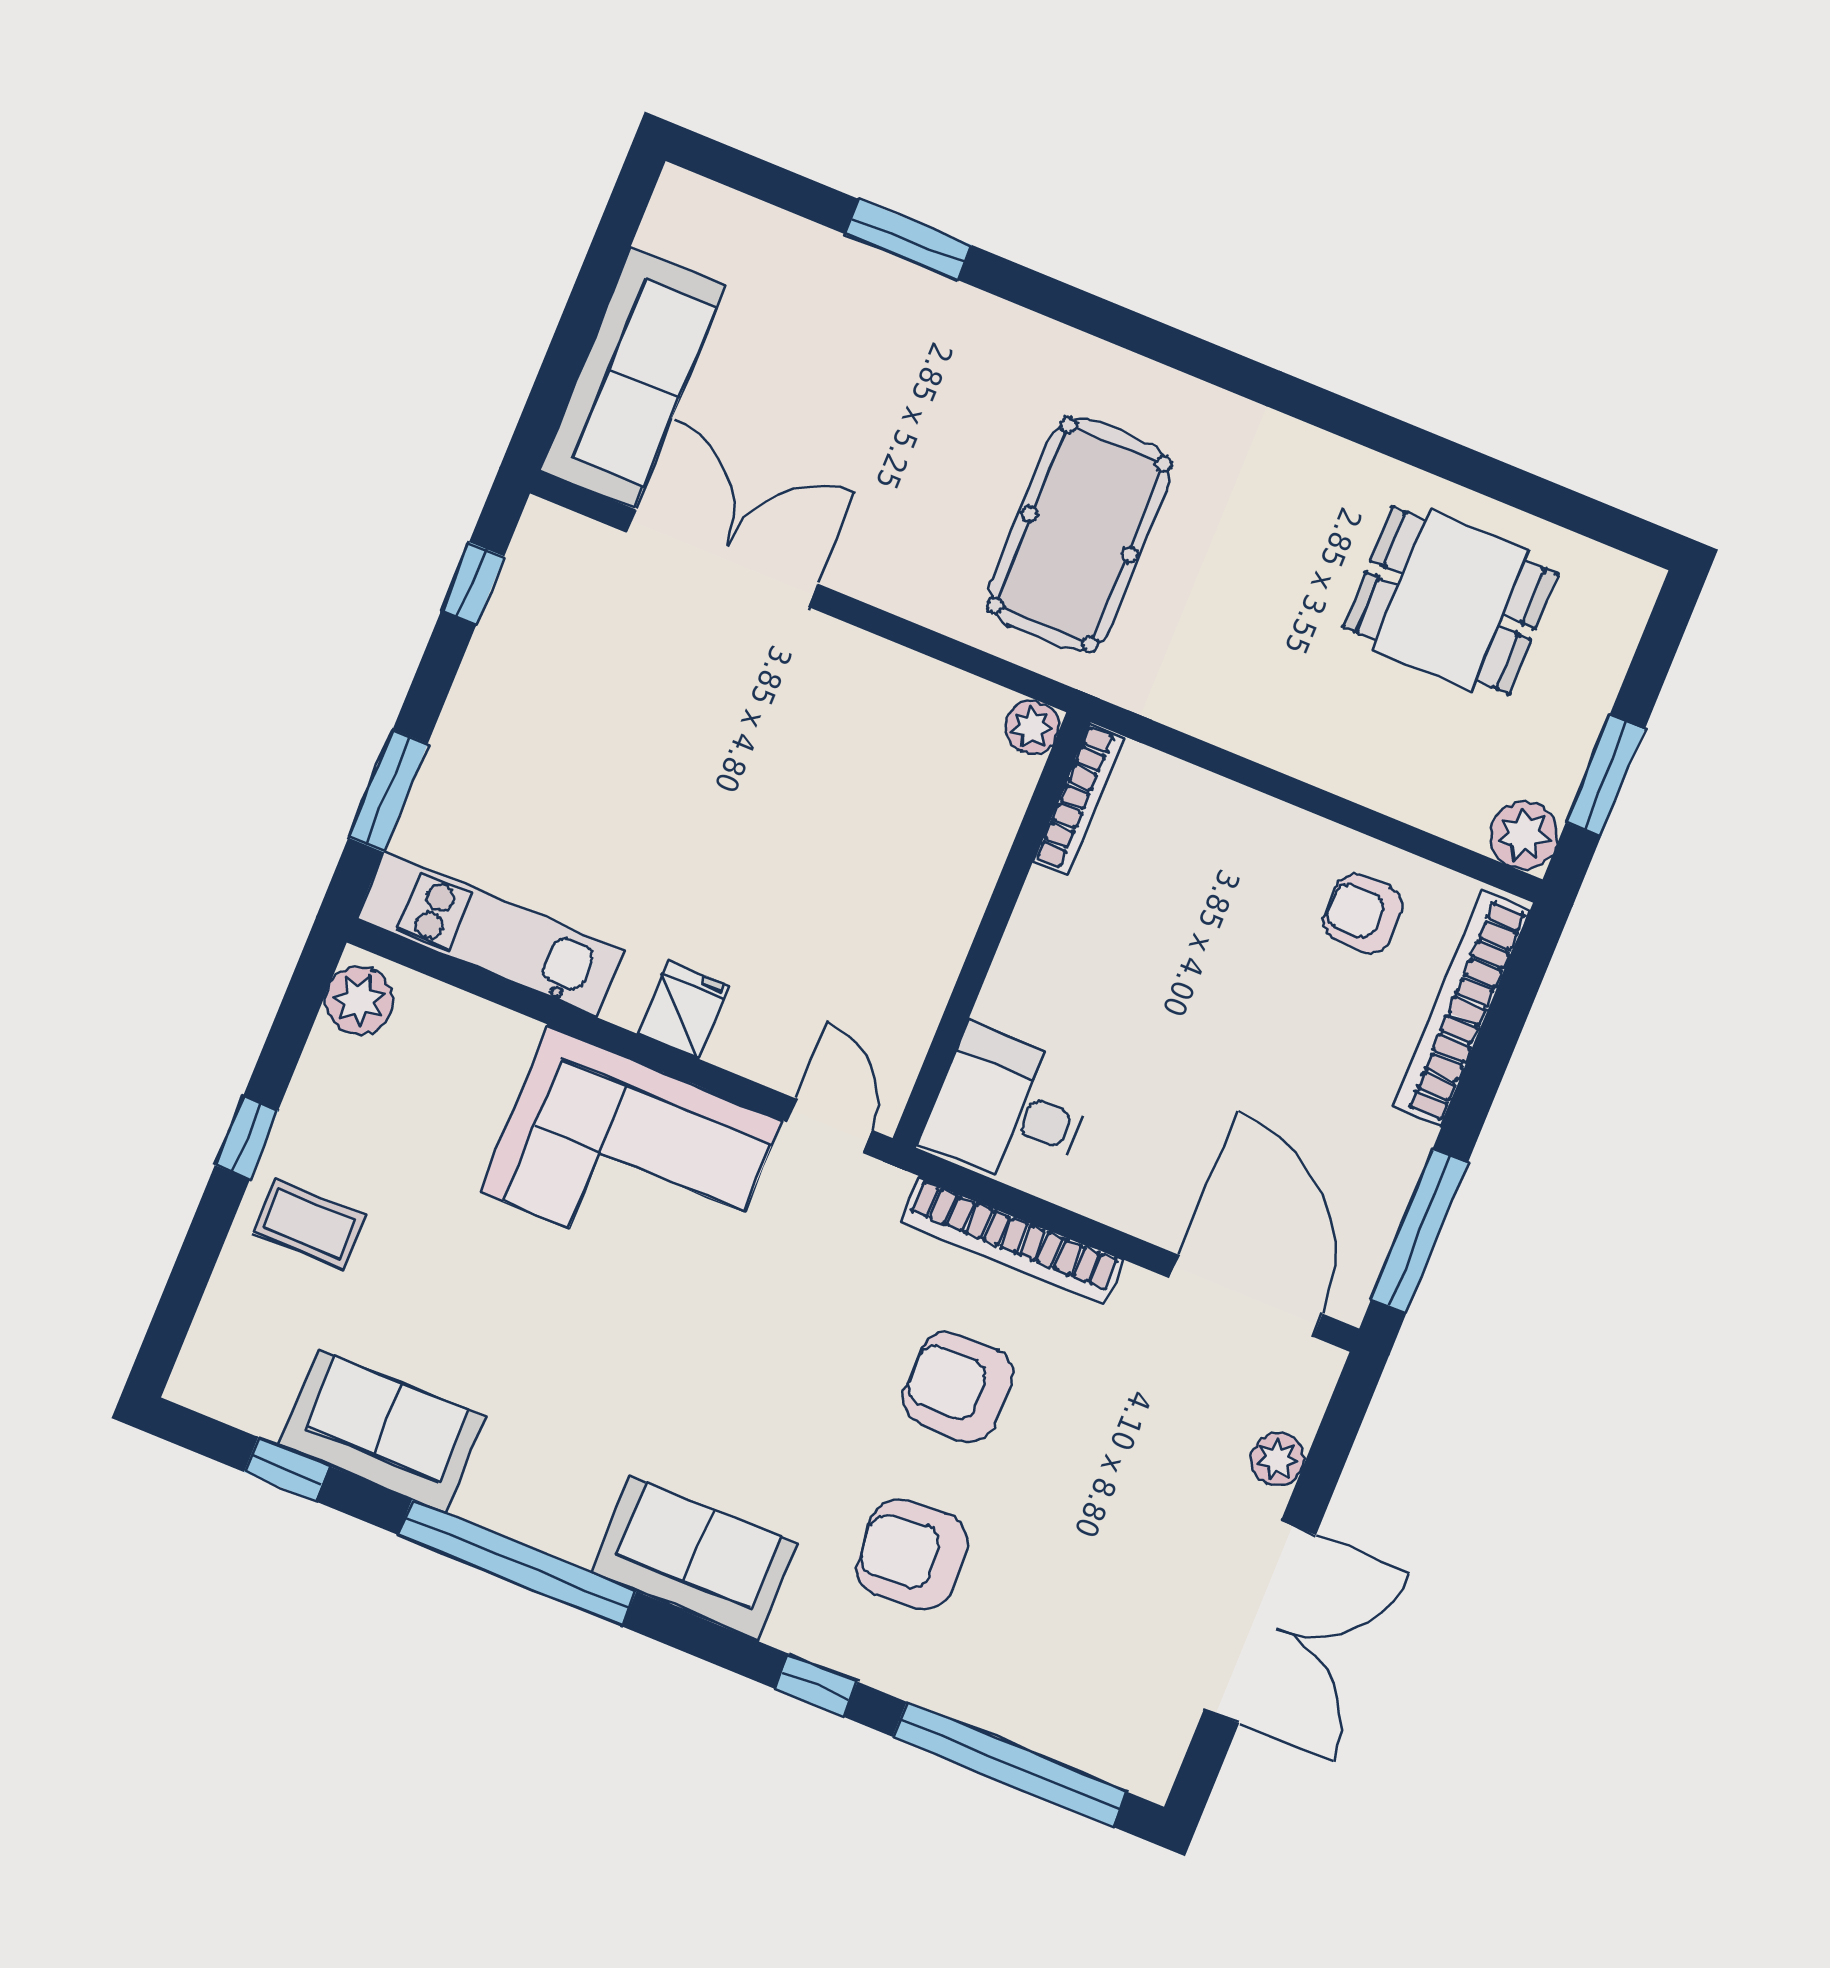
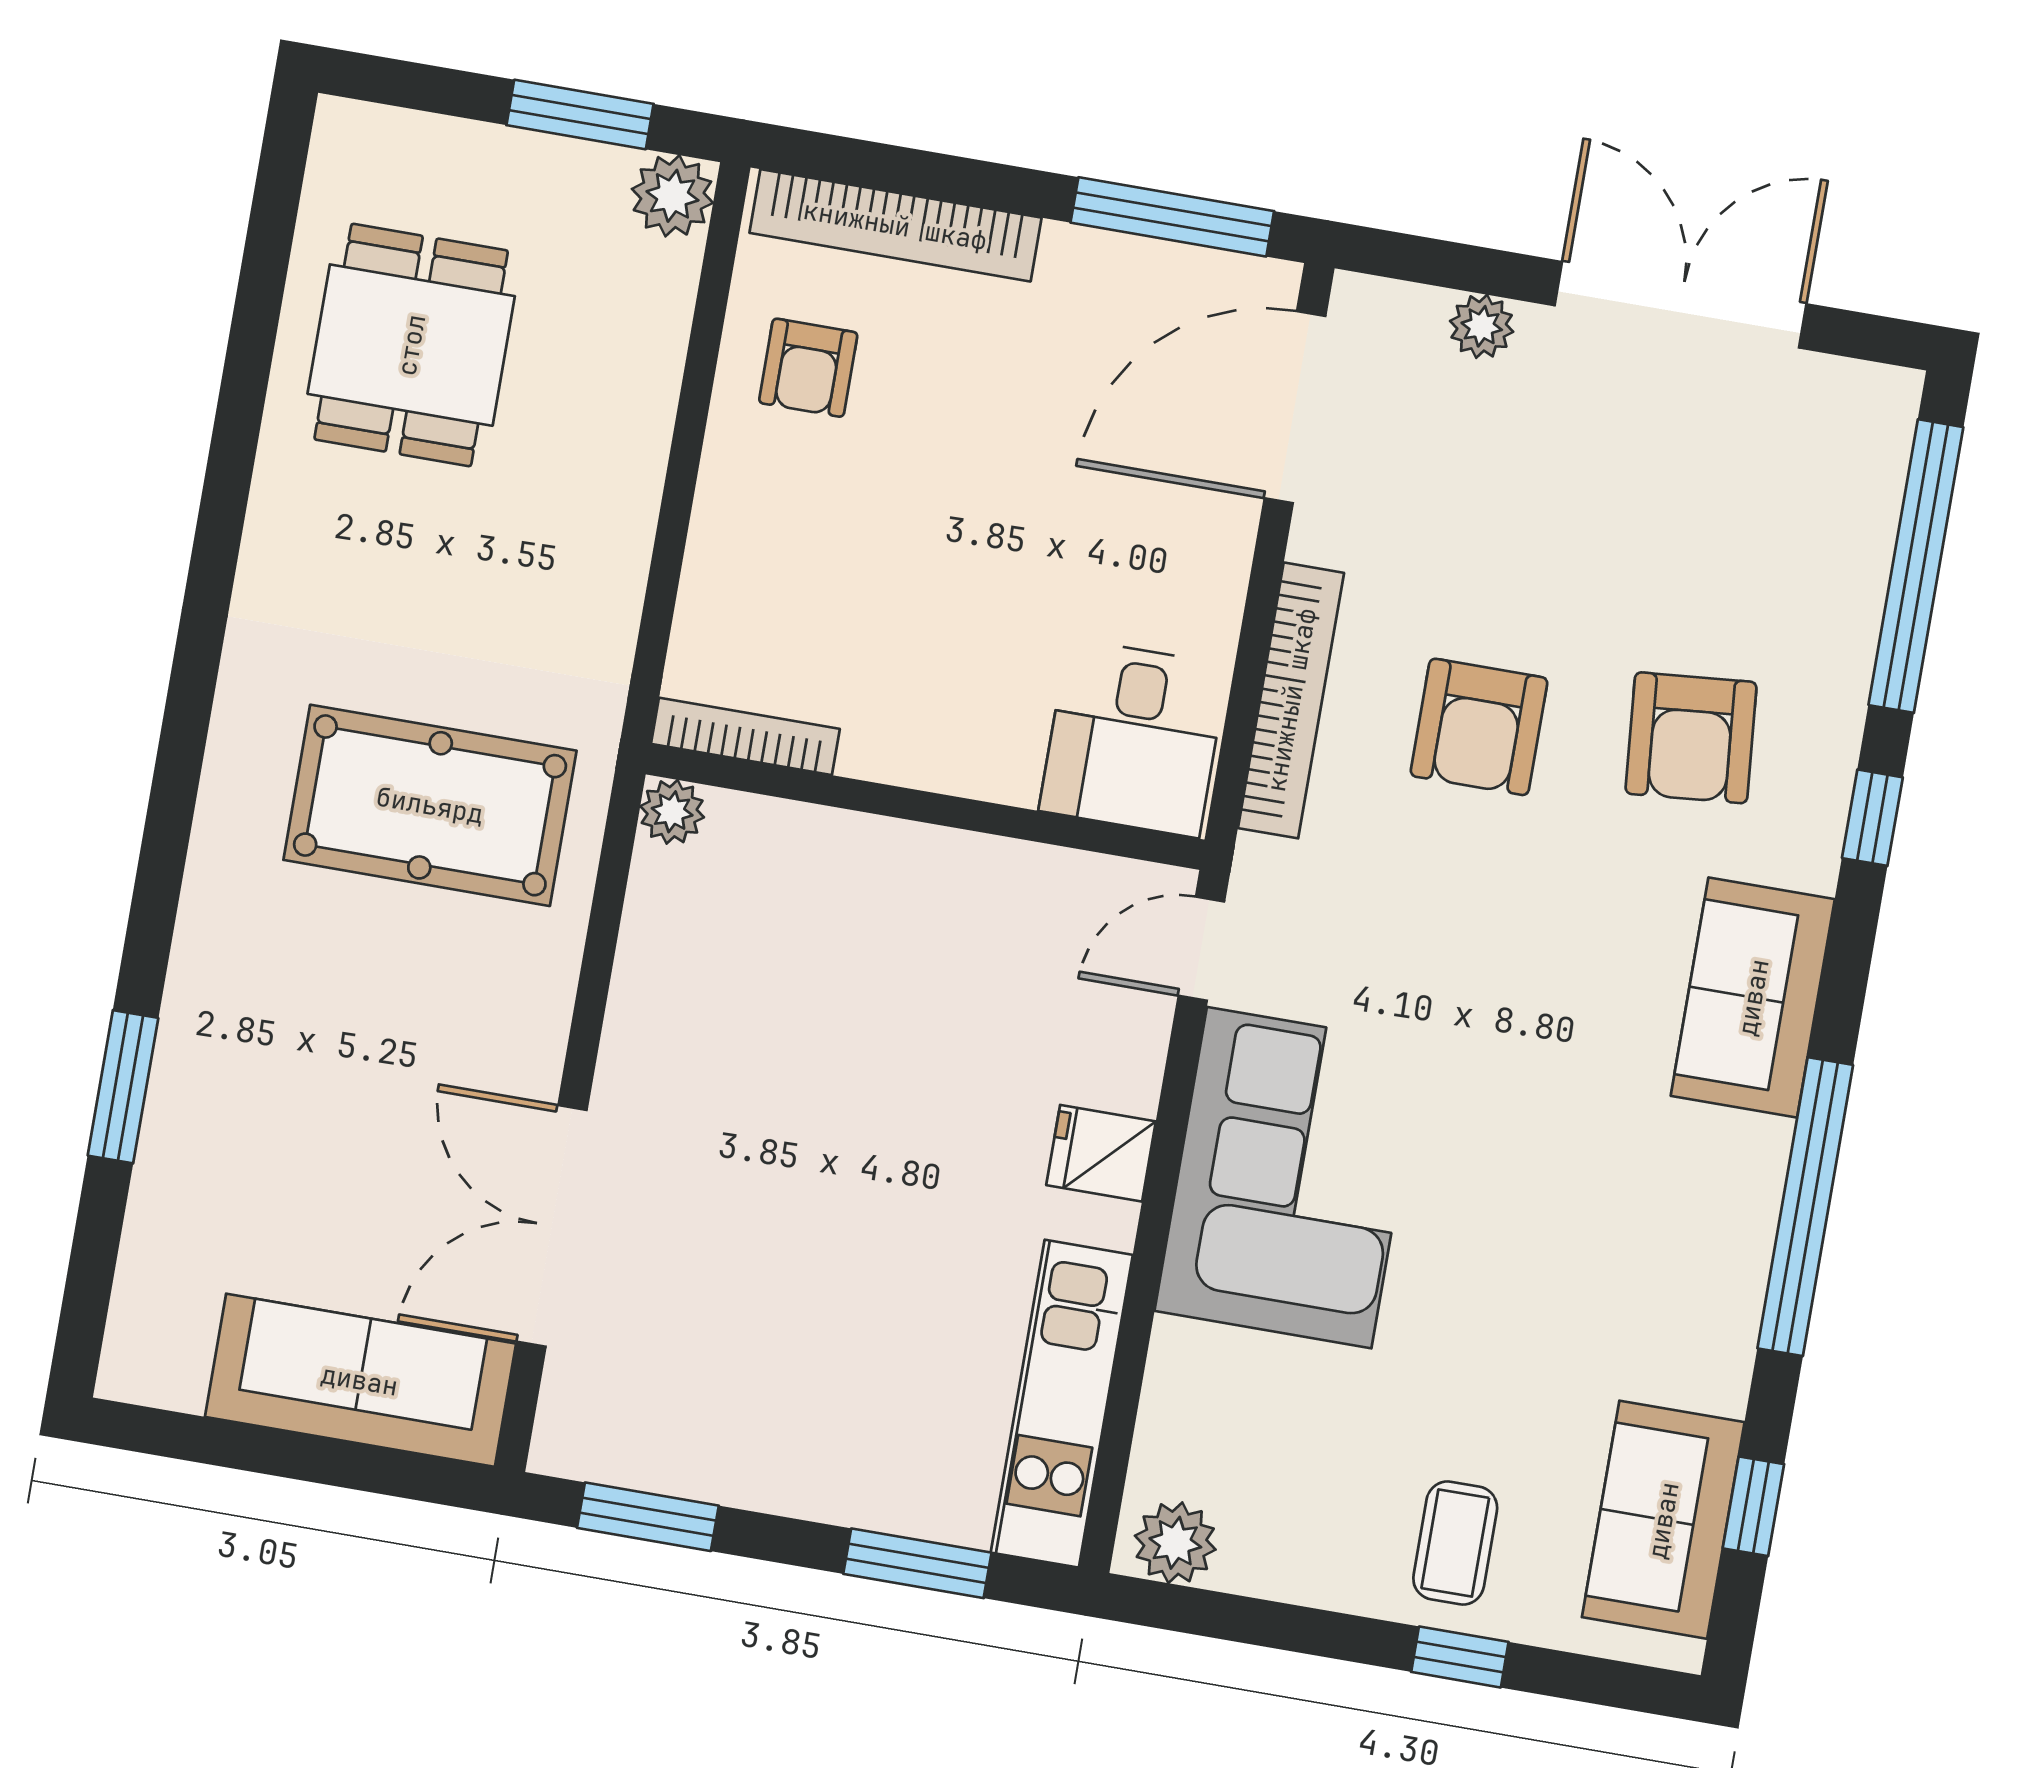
window: (473, 584) -> (648, 1517), width x1.50
window: (246, 1138) -> (1460, 1657), moved
sofa: (382, 1432) -> (1663, 1520), moved

